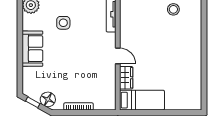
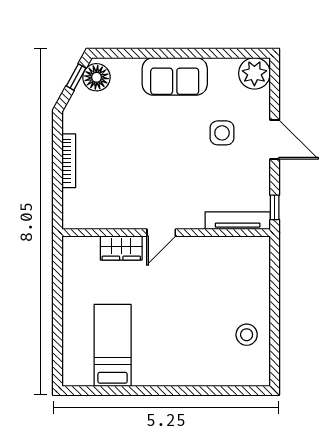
floor lamp: (48, 99) -> (96, 77), moved
bed: (142, 100) -> (113, 345), moved, turned 180

